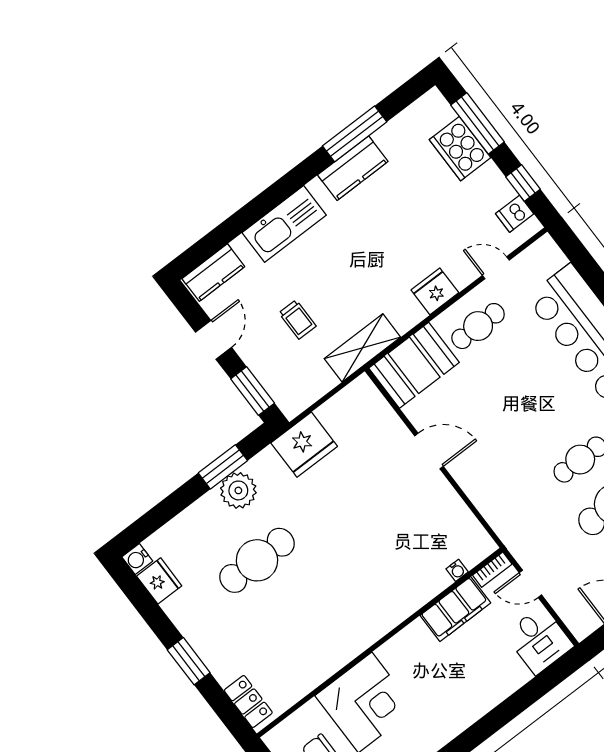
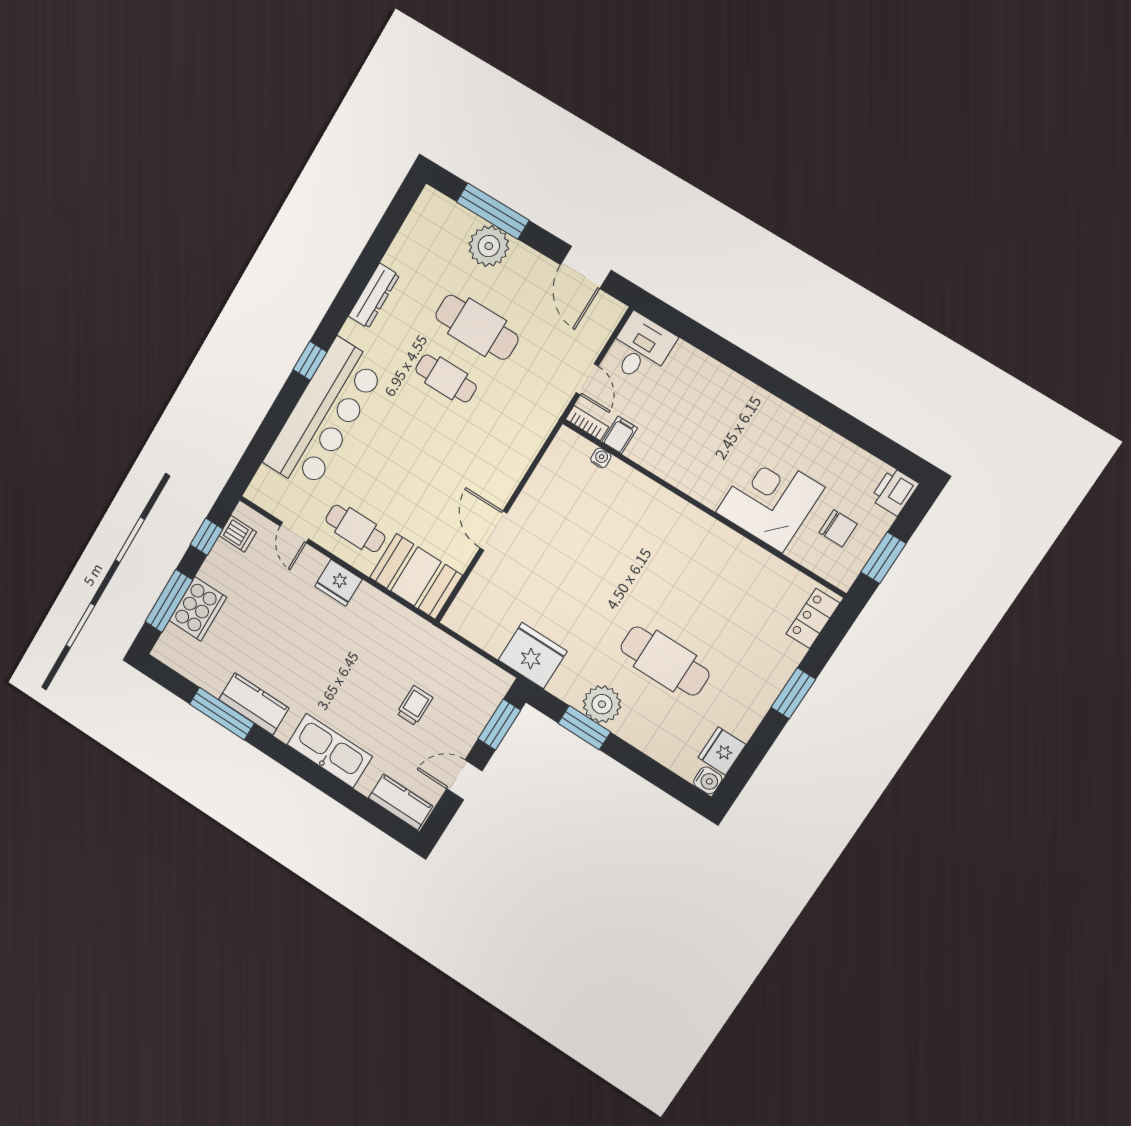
shelving: (362, 348) -> (418, 633), removed
filing cabinet: (455, 609) -> (620, 435), width x0.33, depth x0.86

